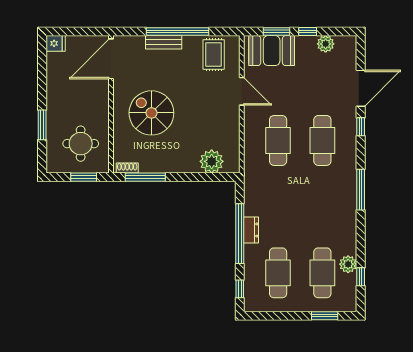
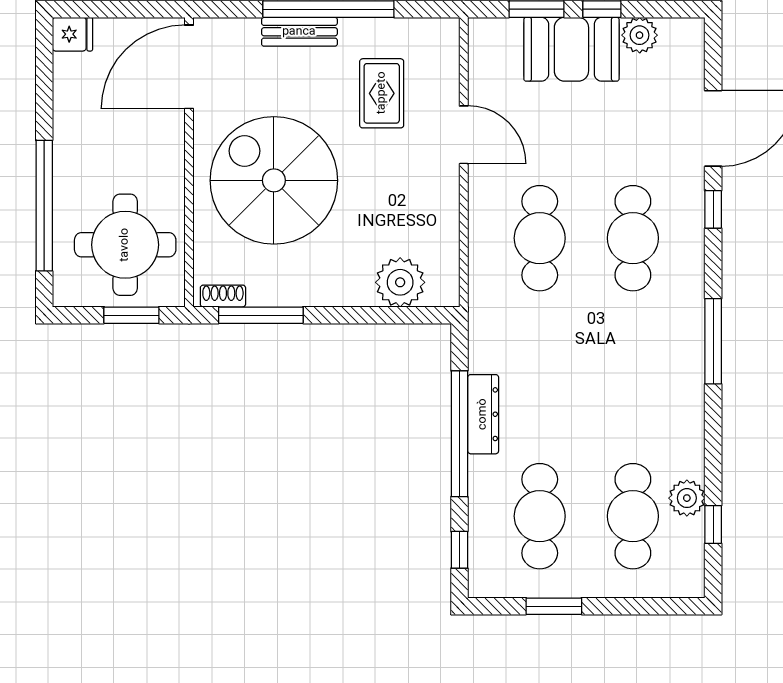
booth: (272, 51) -> (571, 49), moved
rug: (214, 54) -> (382, 93), moved
spiral stairs: (151, 113) -> (274, 180), width x1.37, depth x1.37
window: (42, 125) -> (44, 206), width x2.11
round table: (81, 144) -> (125, 245), width x1.36, depth x1.36
dresser: (251, 230) -> (483, 414), width x1.44
window: (325, 316) -> (554, 606), moved

